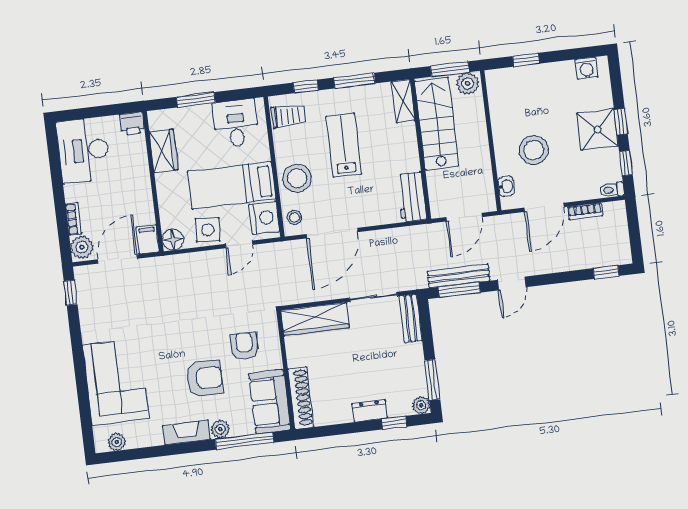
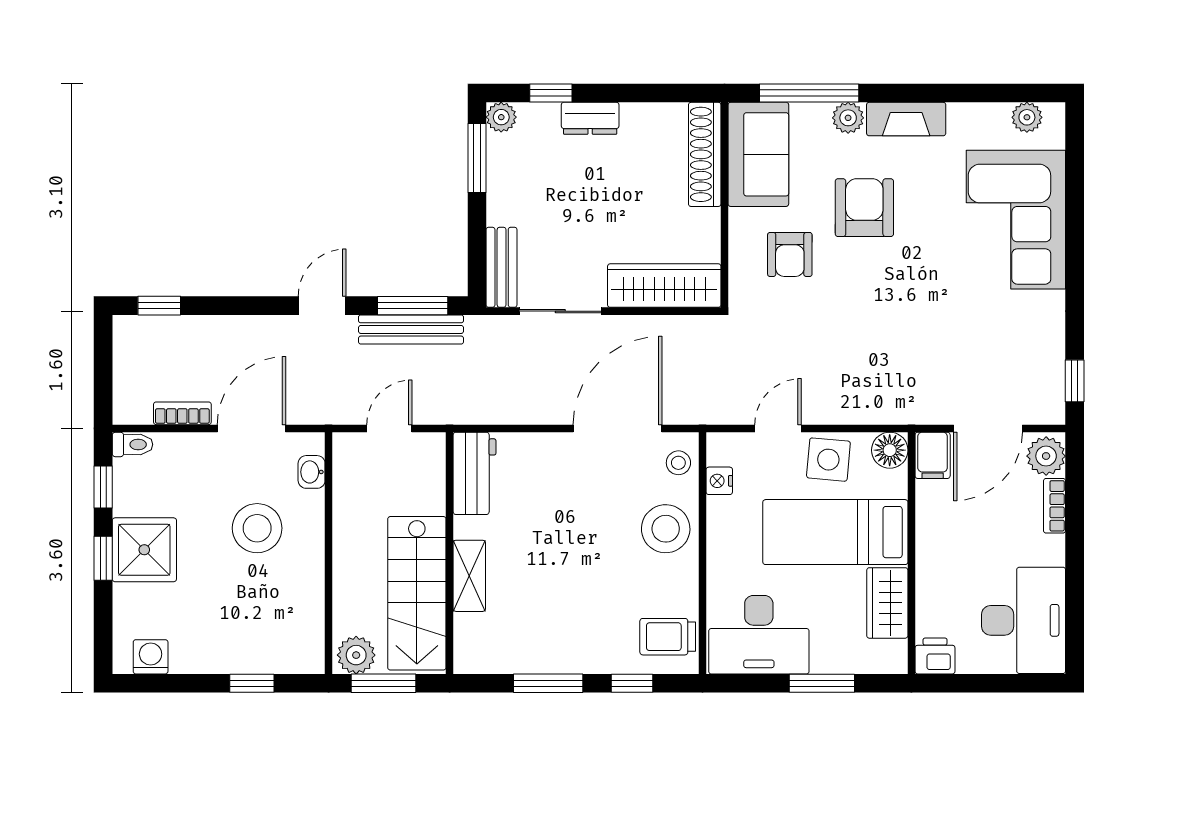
shelving: (403, 101) -> (469, 576), moved
desk: (236, 123) -> (759, 635), width x1.37
lab bench: (344, 145) -> (580, 576), removed
bed: (232, 185) -> (835, 532), moved, turned 180
door: (464, 217) -> (389, 428), width x0.73
nightstand: (264, 218) -> (719, 481), width x0.53, depth x0.56
armchair: (205, 378) -> (864, 208), turned 90

